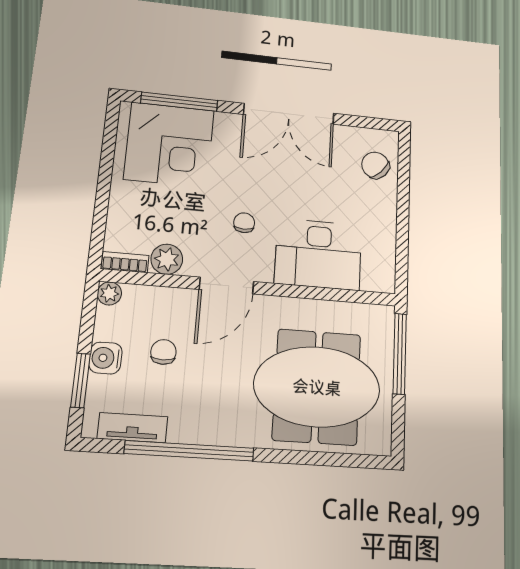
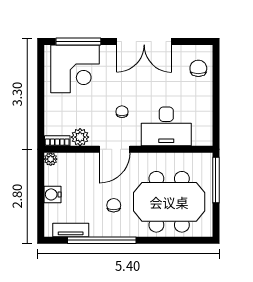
chair: (375, 165) -> (198, 68), turned 46
chair: (163, 352) -> (114, 205), moved
window: (80, 380) -> (41, 207), removed

